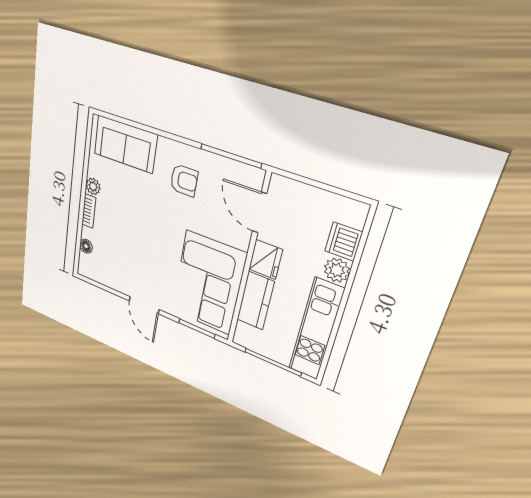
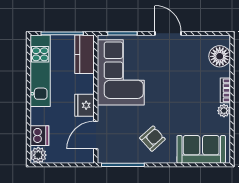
armchair: (184, 180) -> (153, 139), turned 138
door: (260, 213) -> (96, 135), swing flipped
floor lamp: (86, 246) -> (220, 56), width x1.89, depth x1.89
plant: (337, 270) -> (38, 155), moved
kitchen counter: (255, 301) -> (85, 54), moved

